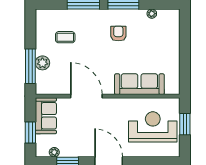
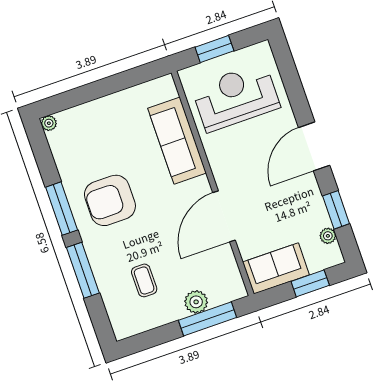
plant: (152, 14) -> (49, 123), moved
armchair: (118, 33) -> (110, 200), width x1.88, depth x1.88
reception desk: (153, 127) -> (236, 97), turned 90

